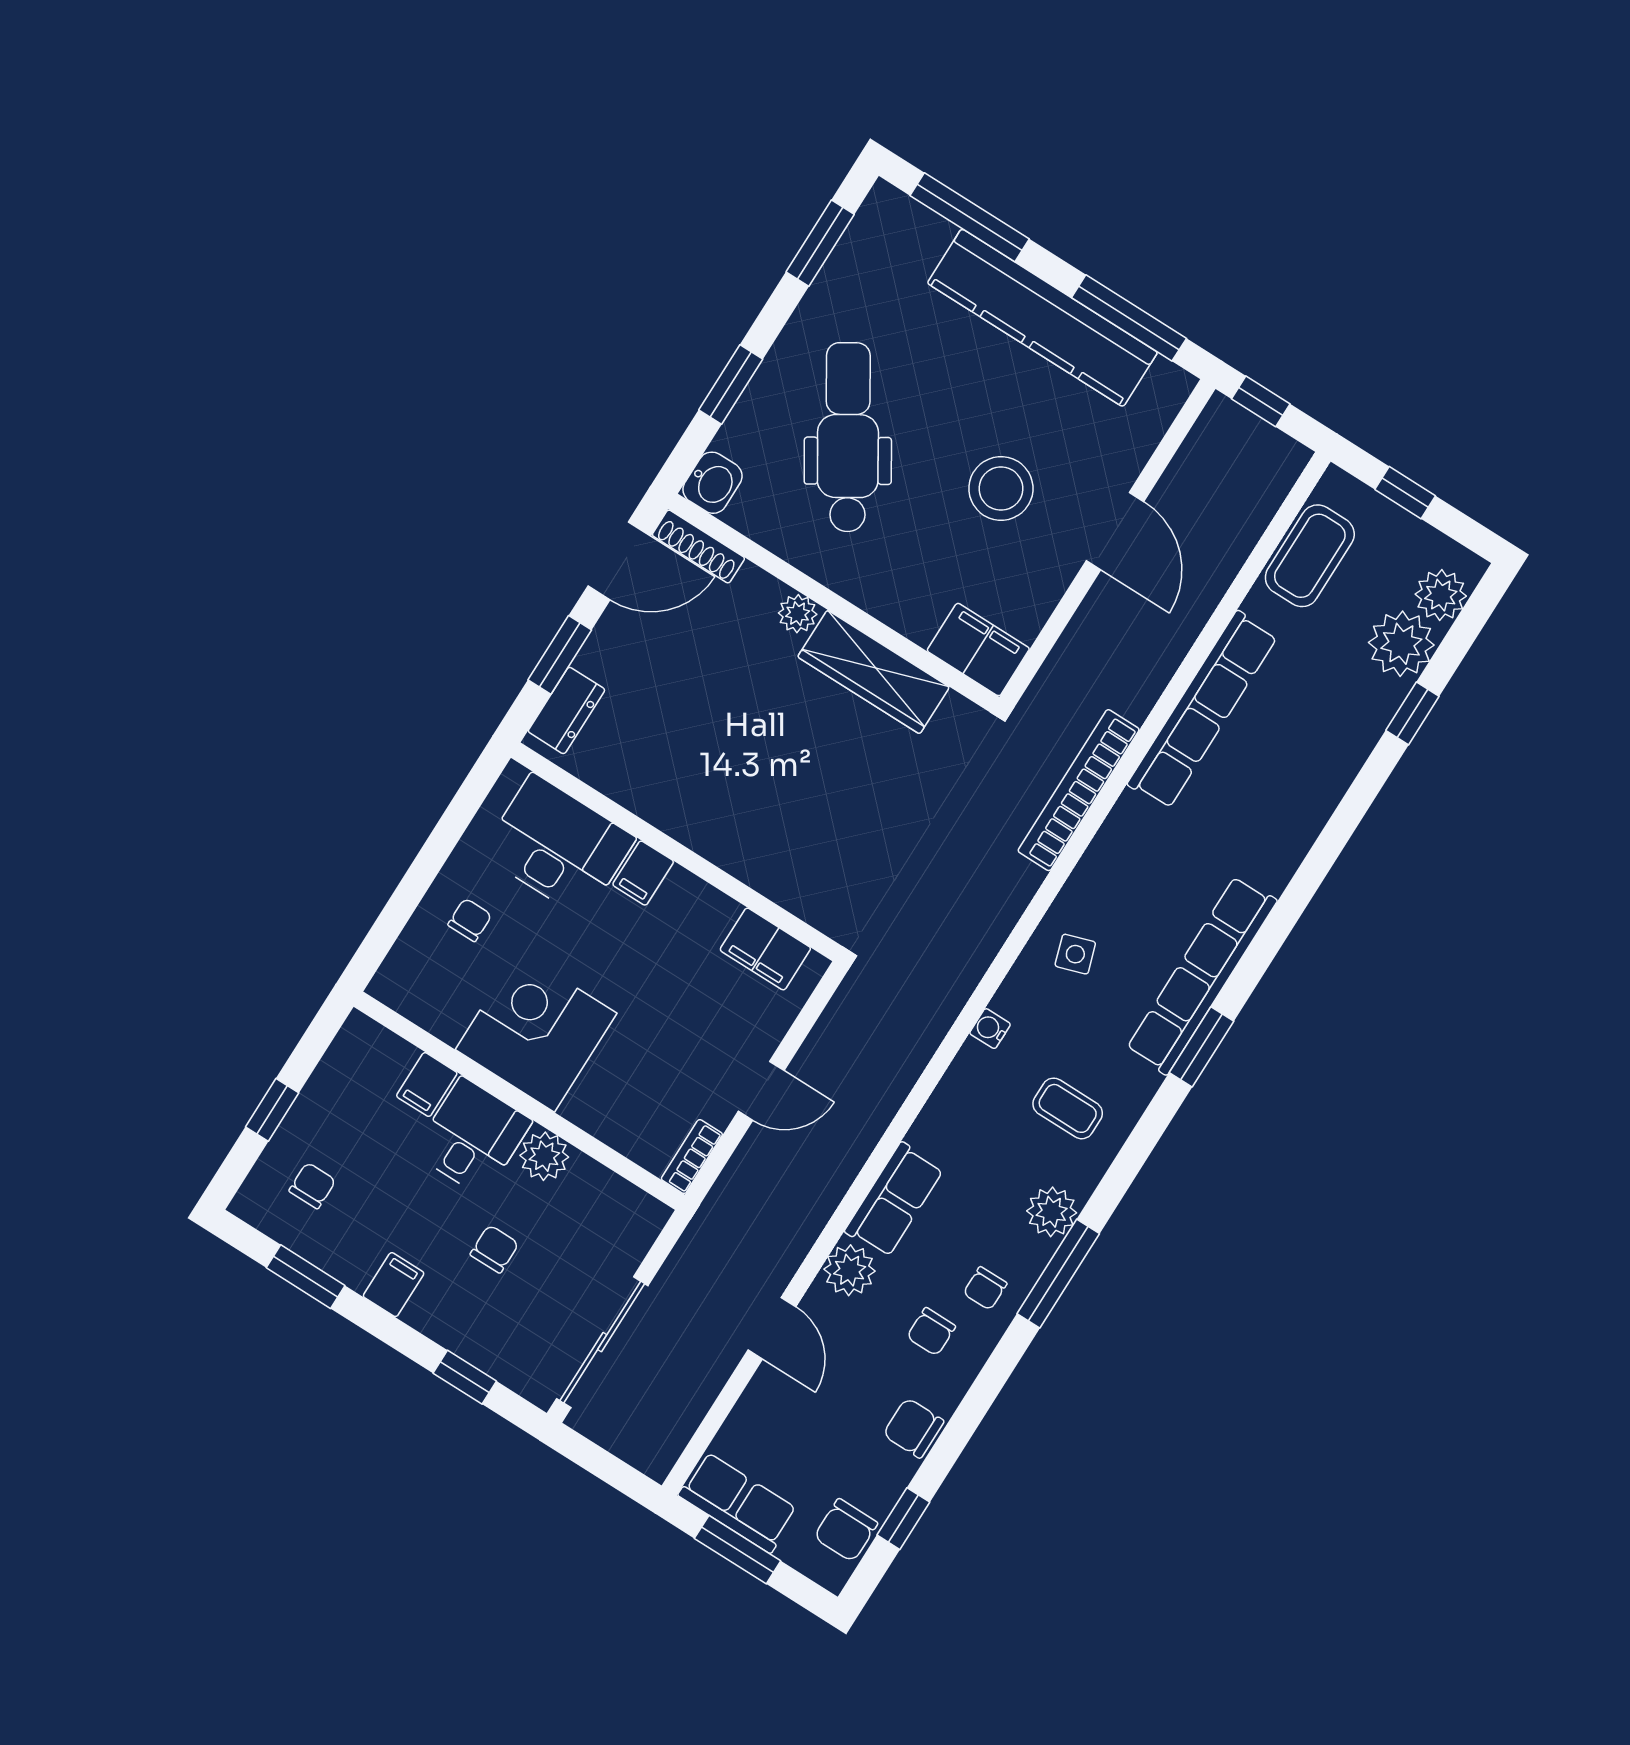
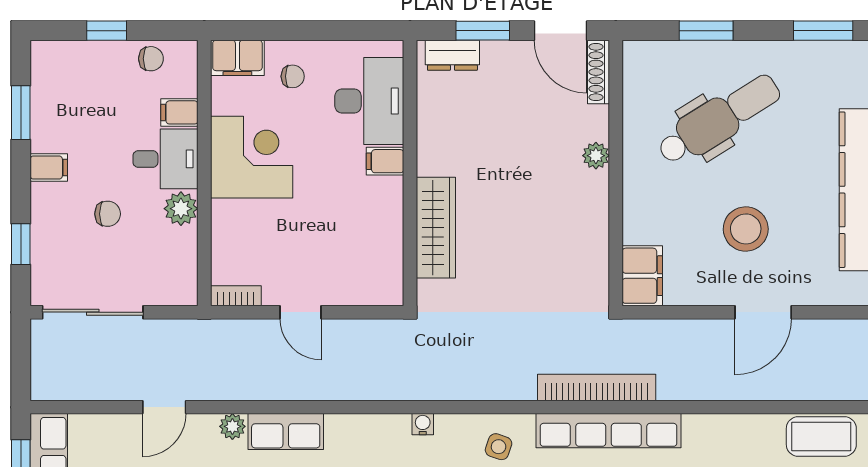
washbasin: (713, 483) -> (641, 56), removed
wardrobe: (874, 672) -> (436, 228), moved, turned 180
row of seats: (1202, 710) -> (609, 431), moved
filing cabinet: (765, 949) -> (237, 58), moved, turned -90
side table: (1075, 954) -> (499, 447), turned 37
chair: (312, 1186) -> (151, 59), moved
plant: (850, 1270) -> (232, 426), width x0.73, depth x0.73

